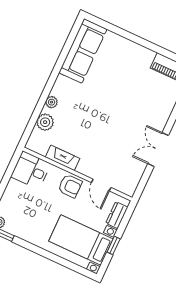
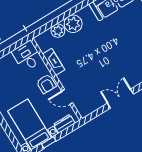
plant: (52, 102) -> (73, 24), width x1.87, depth x1.87
door: (101, 185) -> (67, 97), hinge flipped

